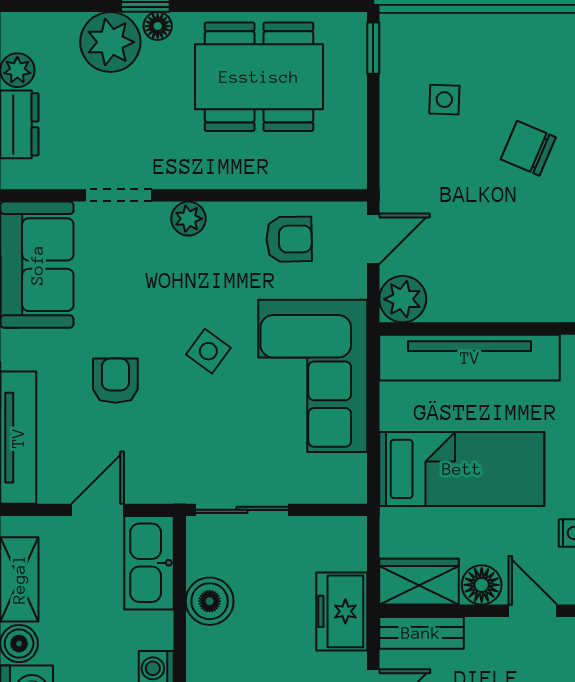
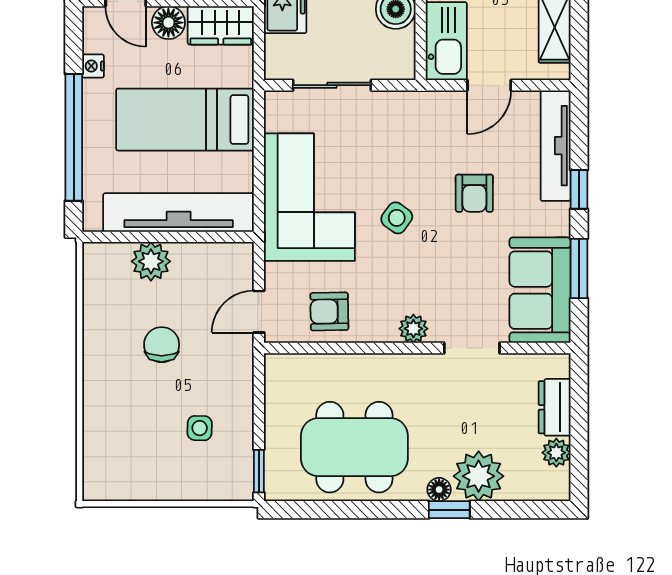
chair: (528, 148) -> (162, 345), moved, turned -113
plant: (403, 299) -> (151, 261), moved
sliding door: (242, 510) -> (332, 85), moved

